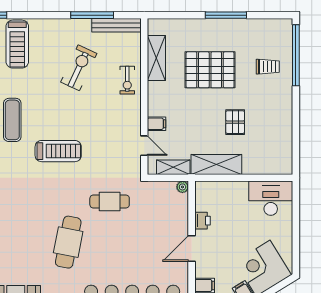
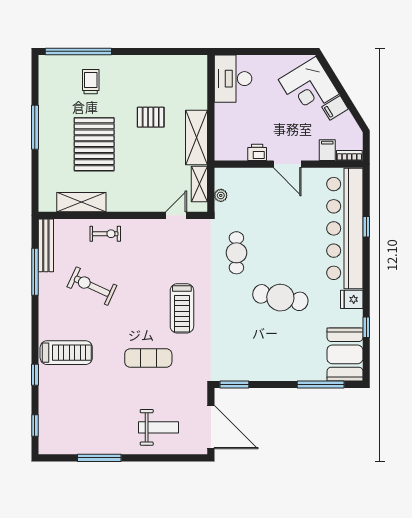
filing cabinet: (157, 124) -> (152, 202), removed
treadmill: (58, 151) -> (182, 308), turned 180
plant: (182, 187) -> (221, 195), moved

